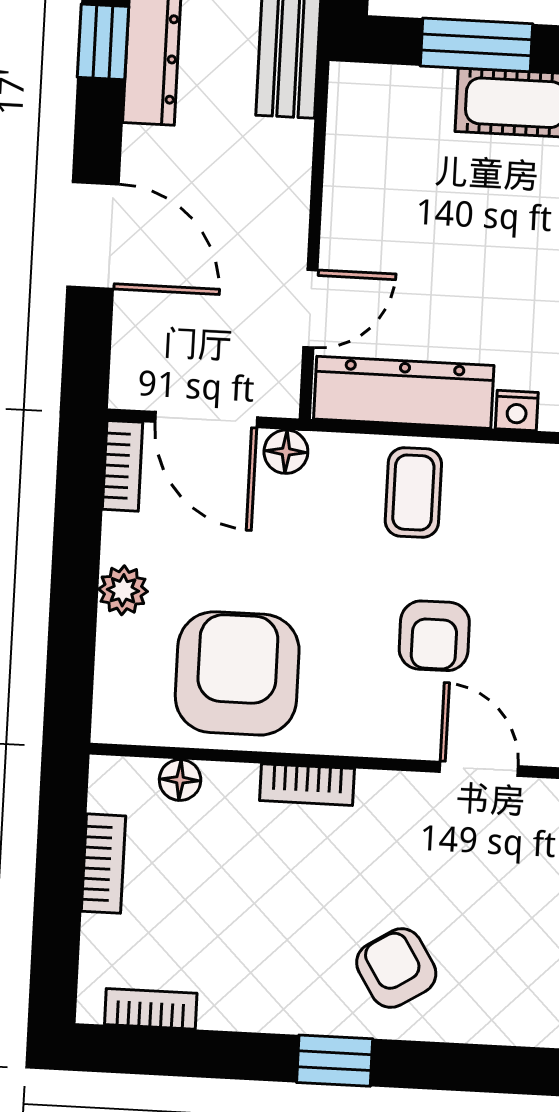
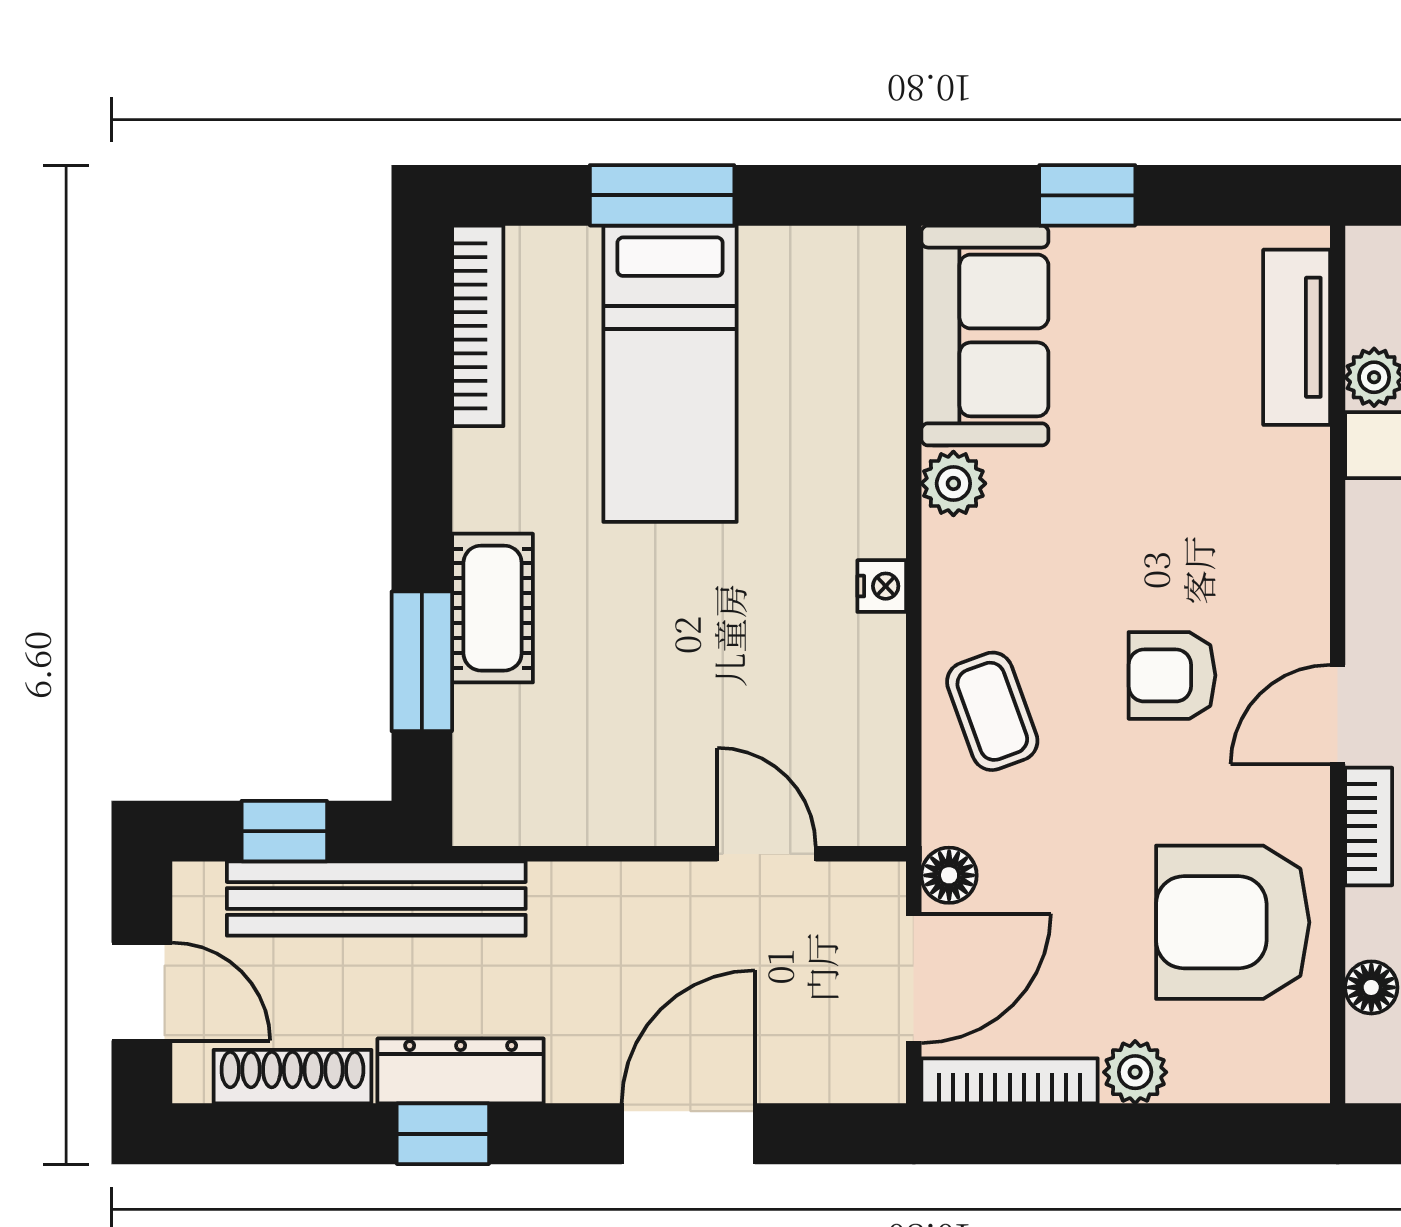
dresser: (404, 392) -> (866, 730), removed
bookcase: (123, 466) -> (1010, 1081), width x1.56
coffee table: (413, 493) -> (992, 711), turned 70
armchair: (434, 636) -> (1172, 675), turned 180
door: (479, 769) -> (1338, 714), moved

